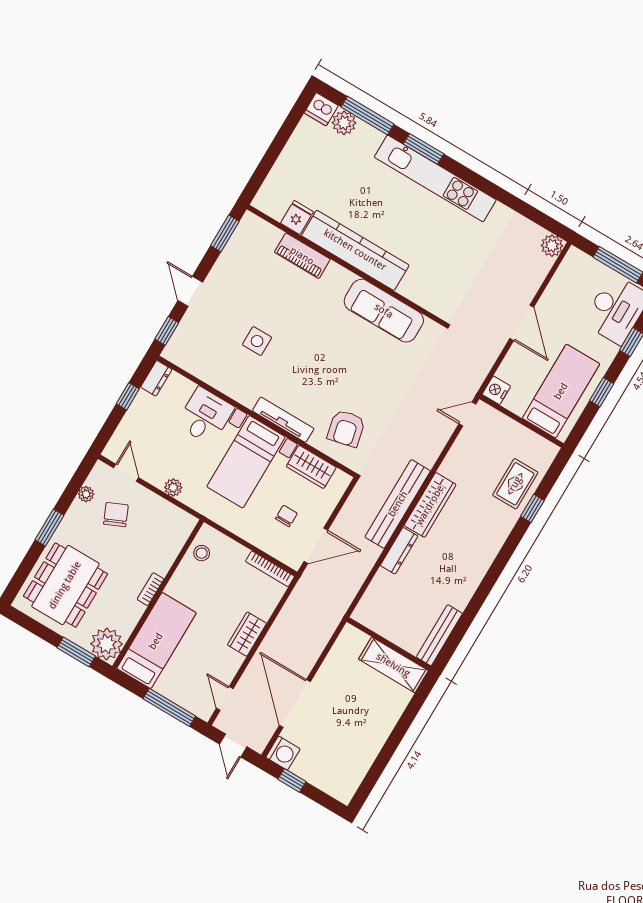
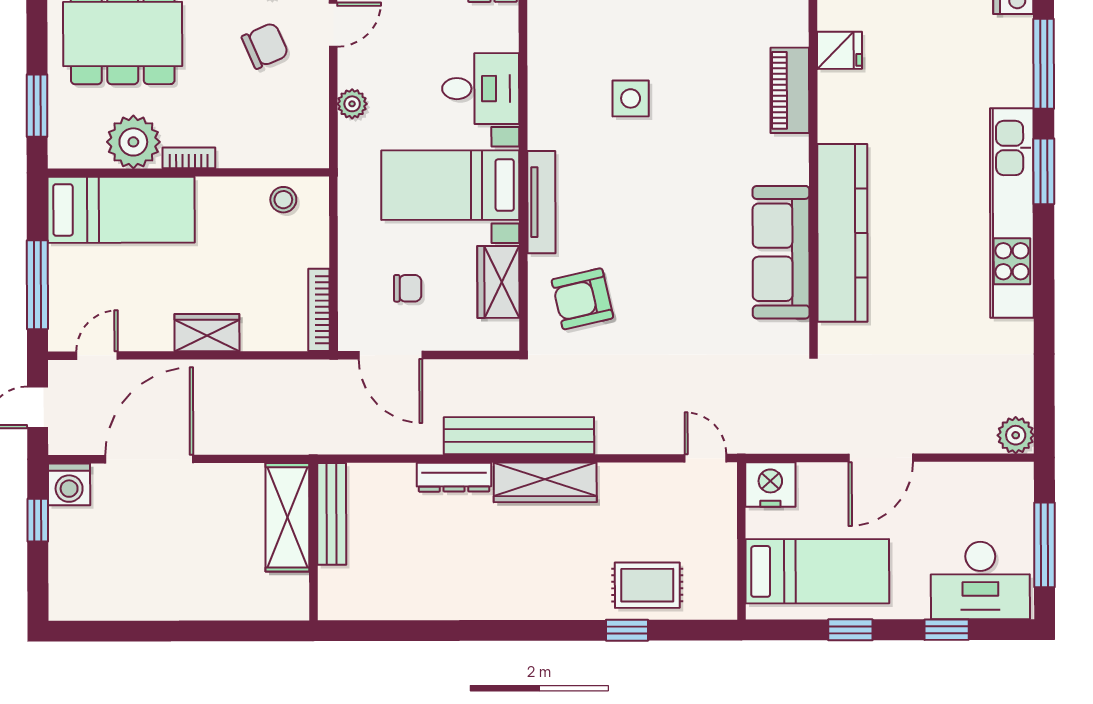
plant: (344, 123) -> (1013, 37), removed
kitchen counter: (355, 250) -> (842, 233), moved
nightstand: (496, 390) -> (770, 485), width x1.36, depth x1.33
bench: (439, 635) -> (332, 514), moved, turned 90
plant: (107, 644) -> (133, 142), moved
shelving: (393, 665) -> (287, 517), moved

